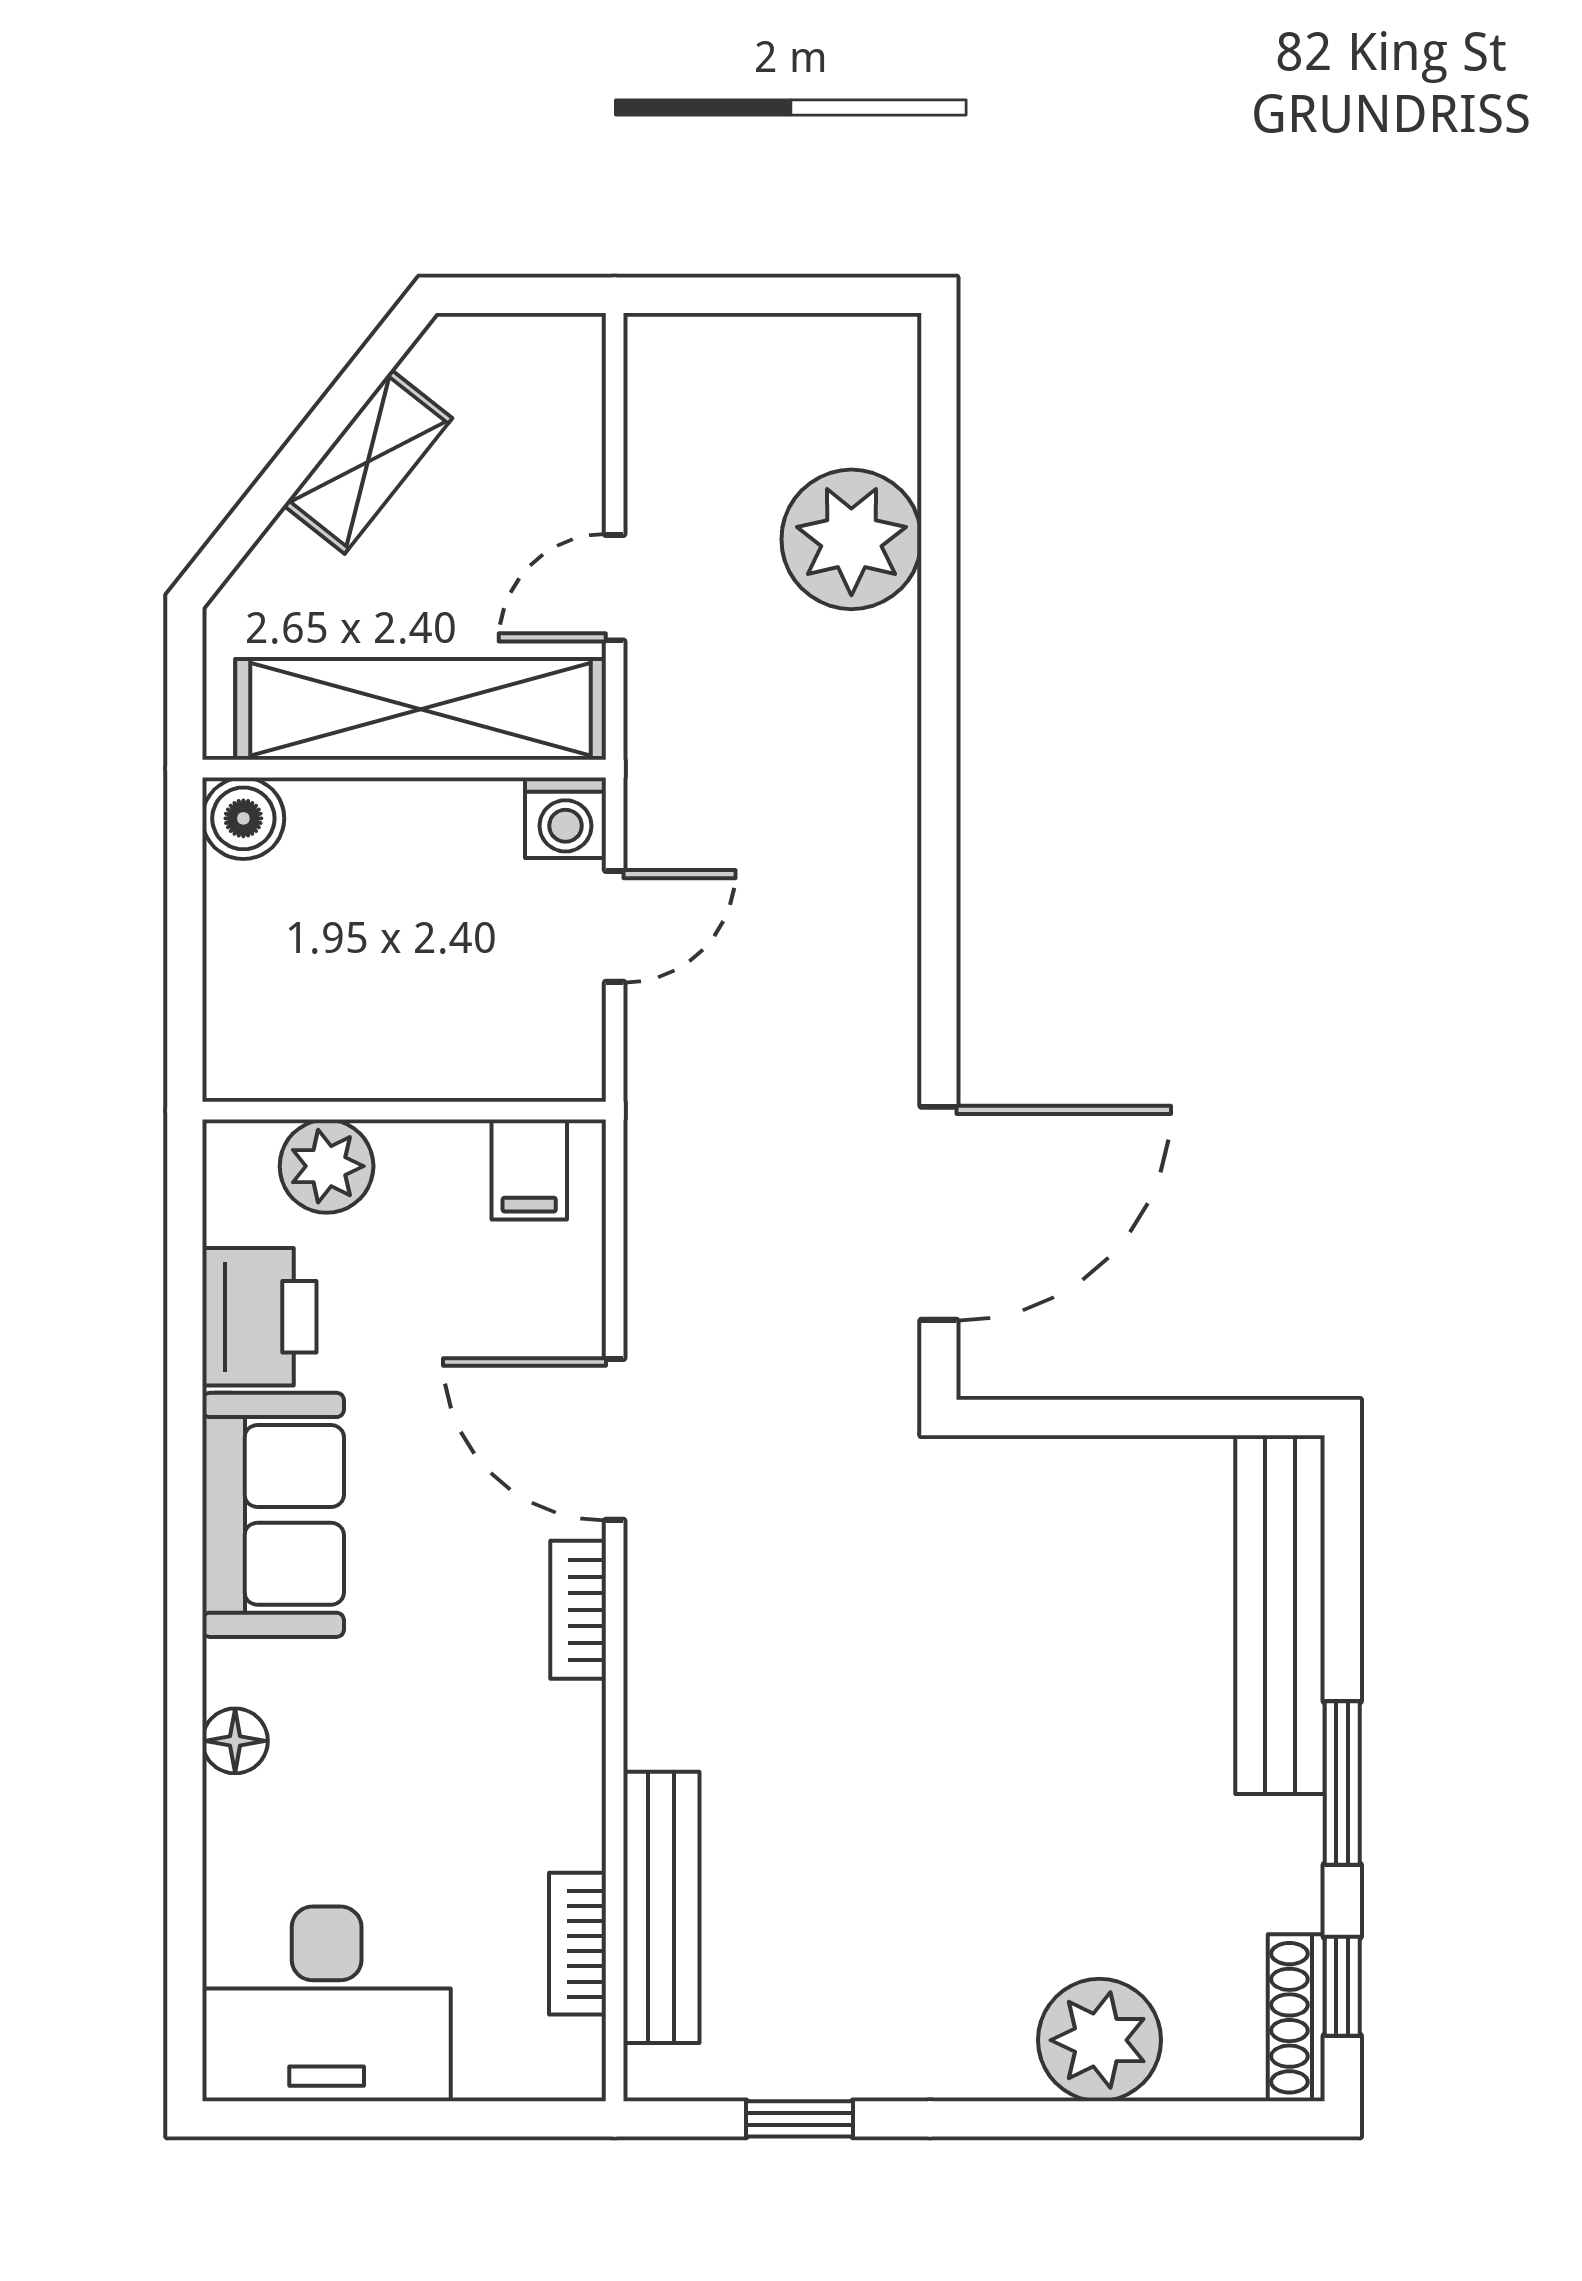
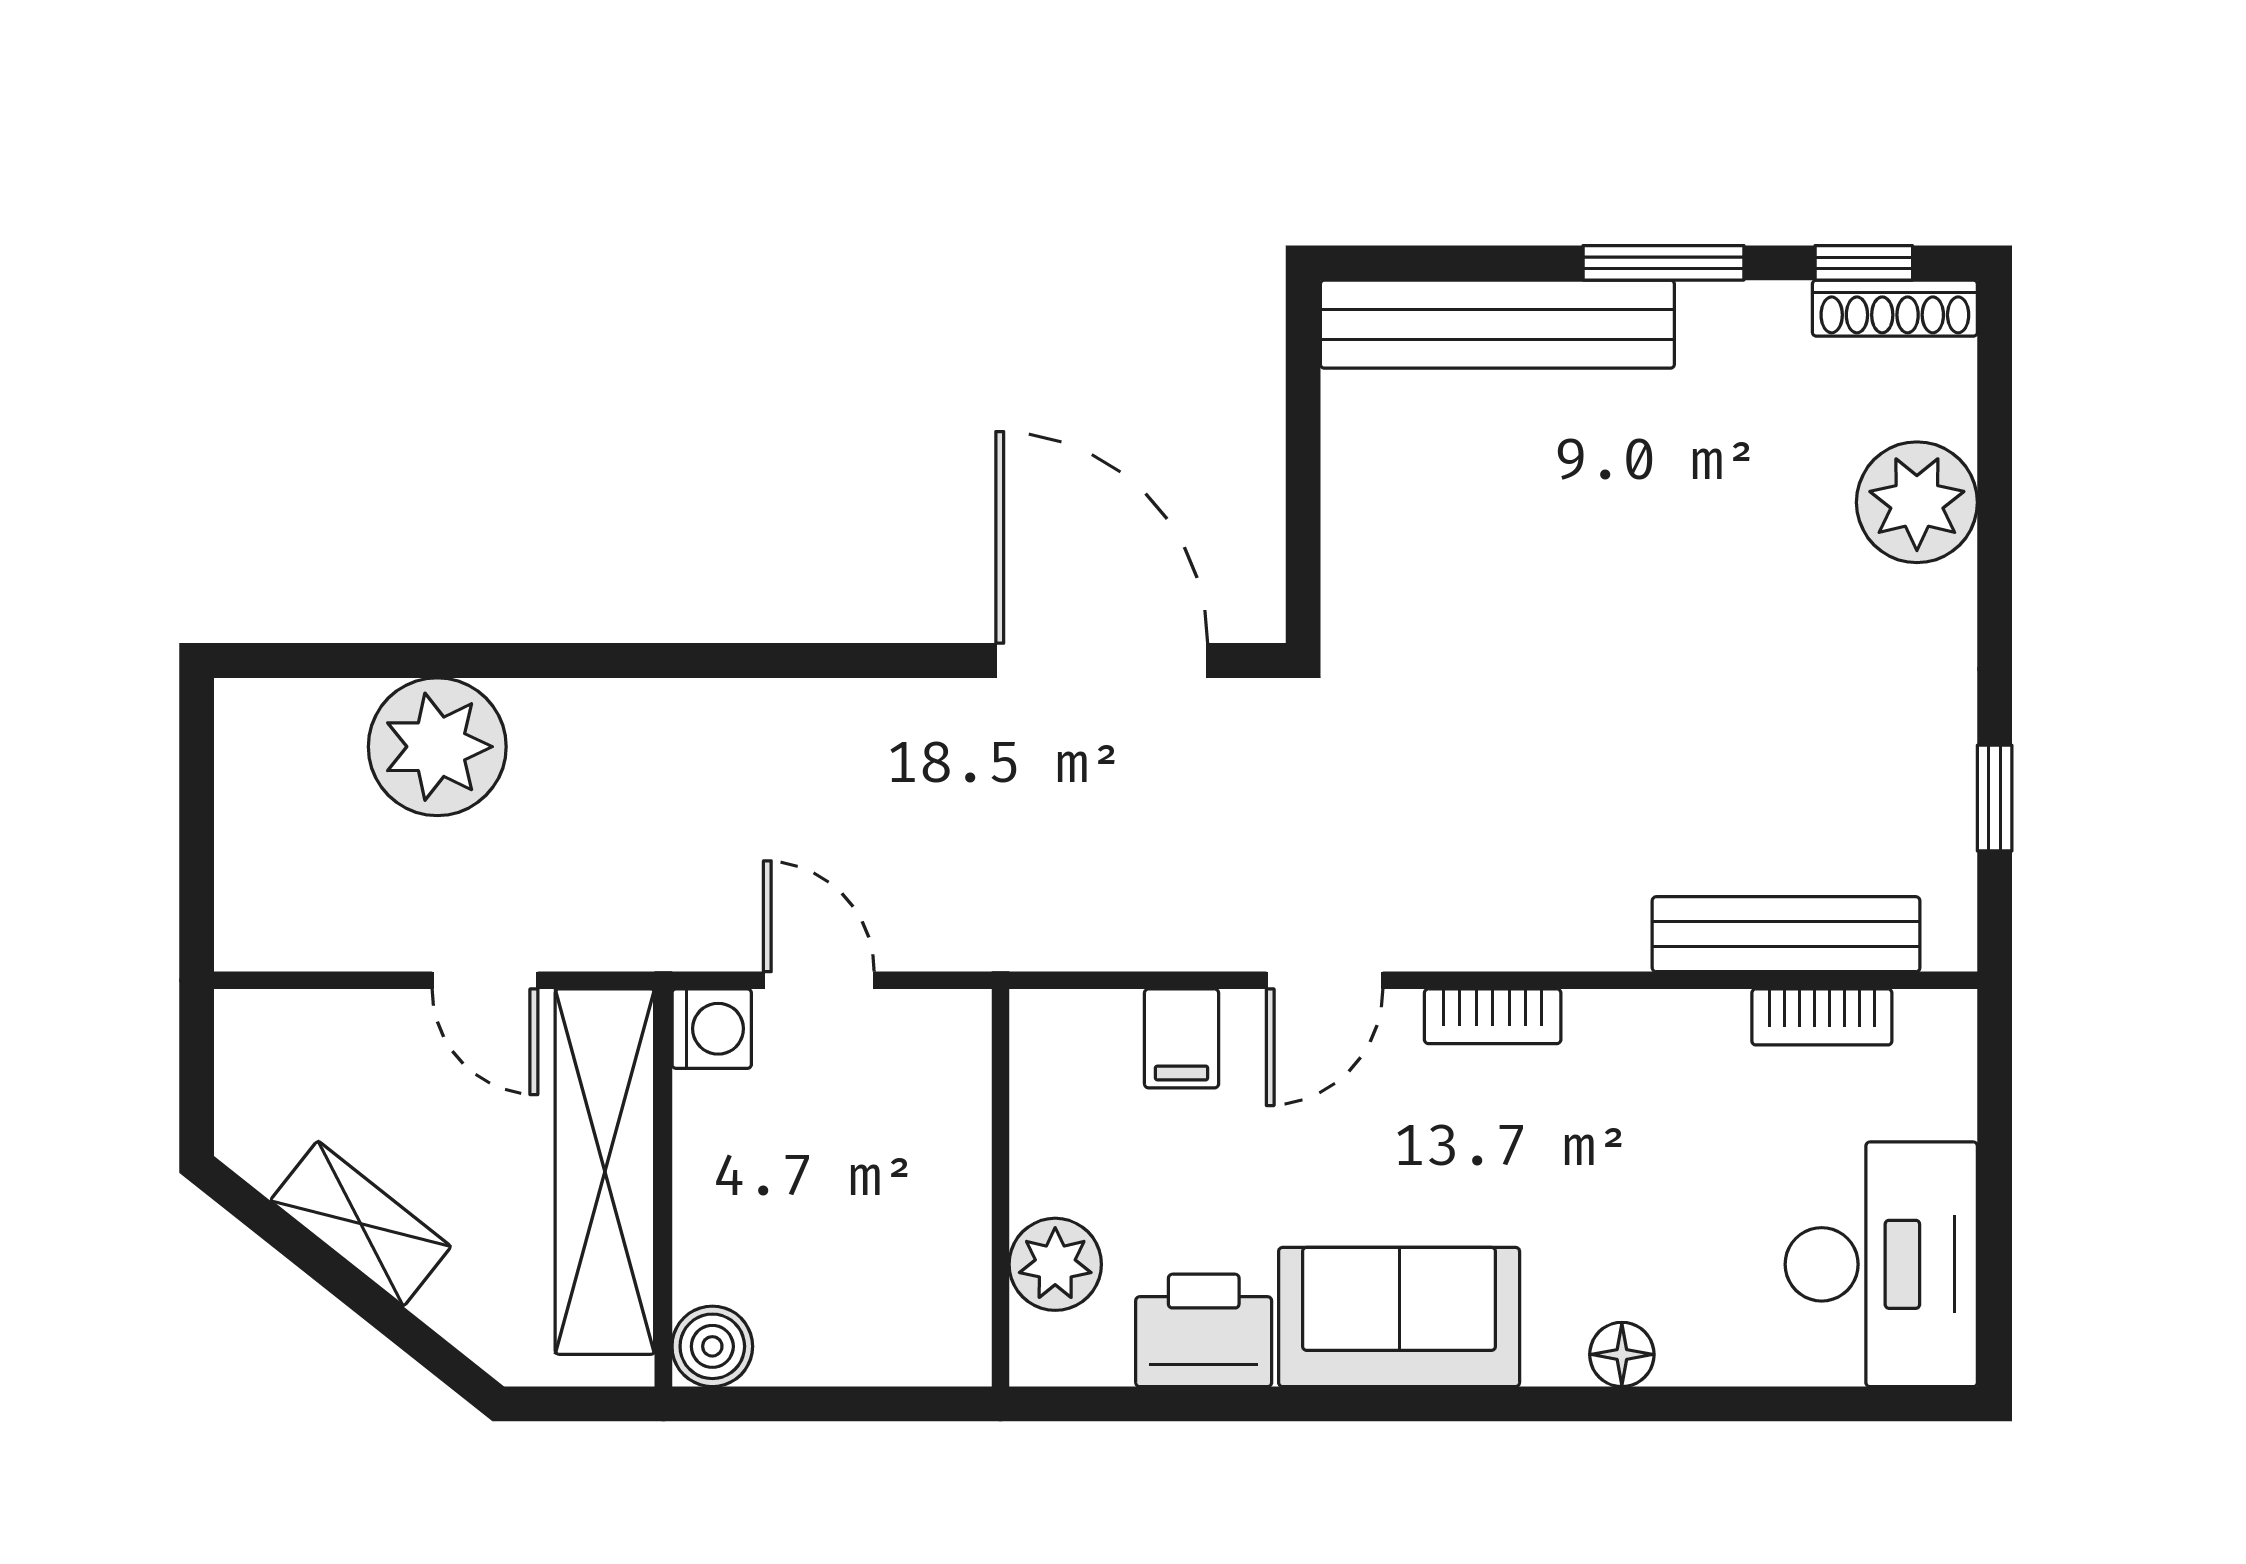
filing cabinet: (529, 1170) -> (1182, 1038), moved, turned 90
door: (615, 1439) -> (1325, 980), width x0.73

